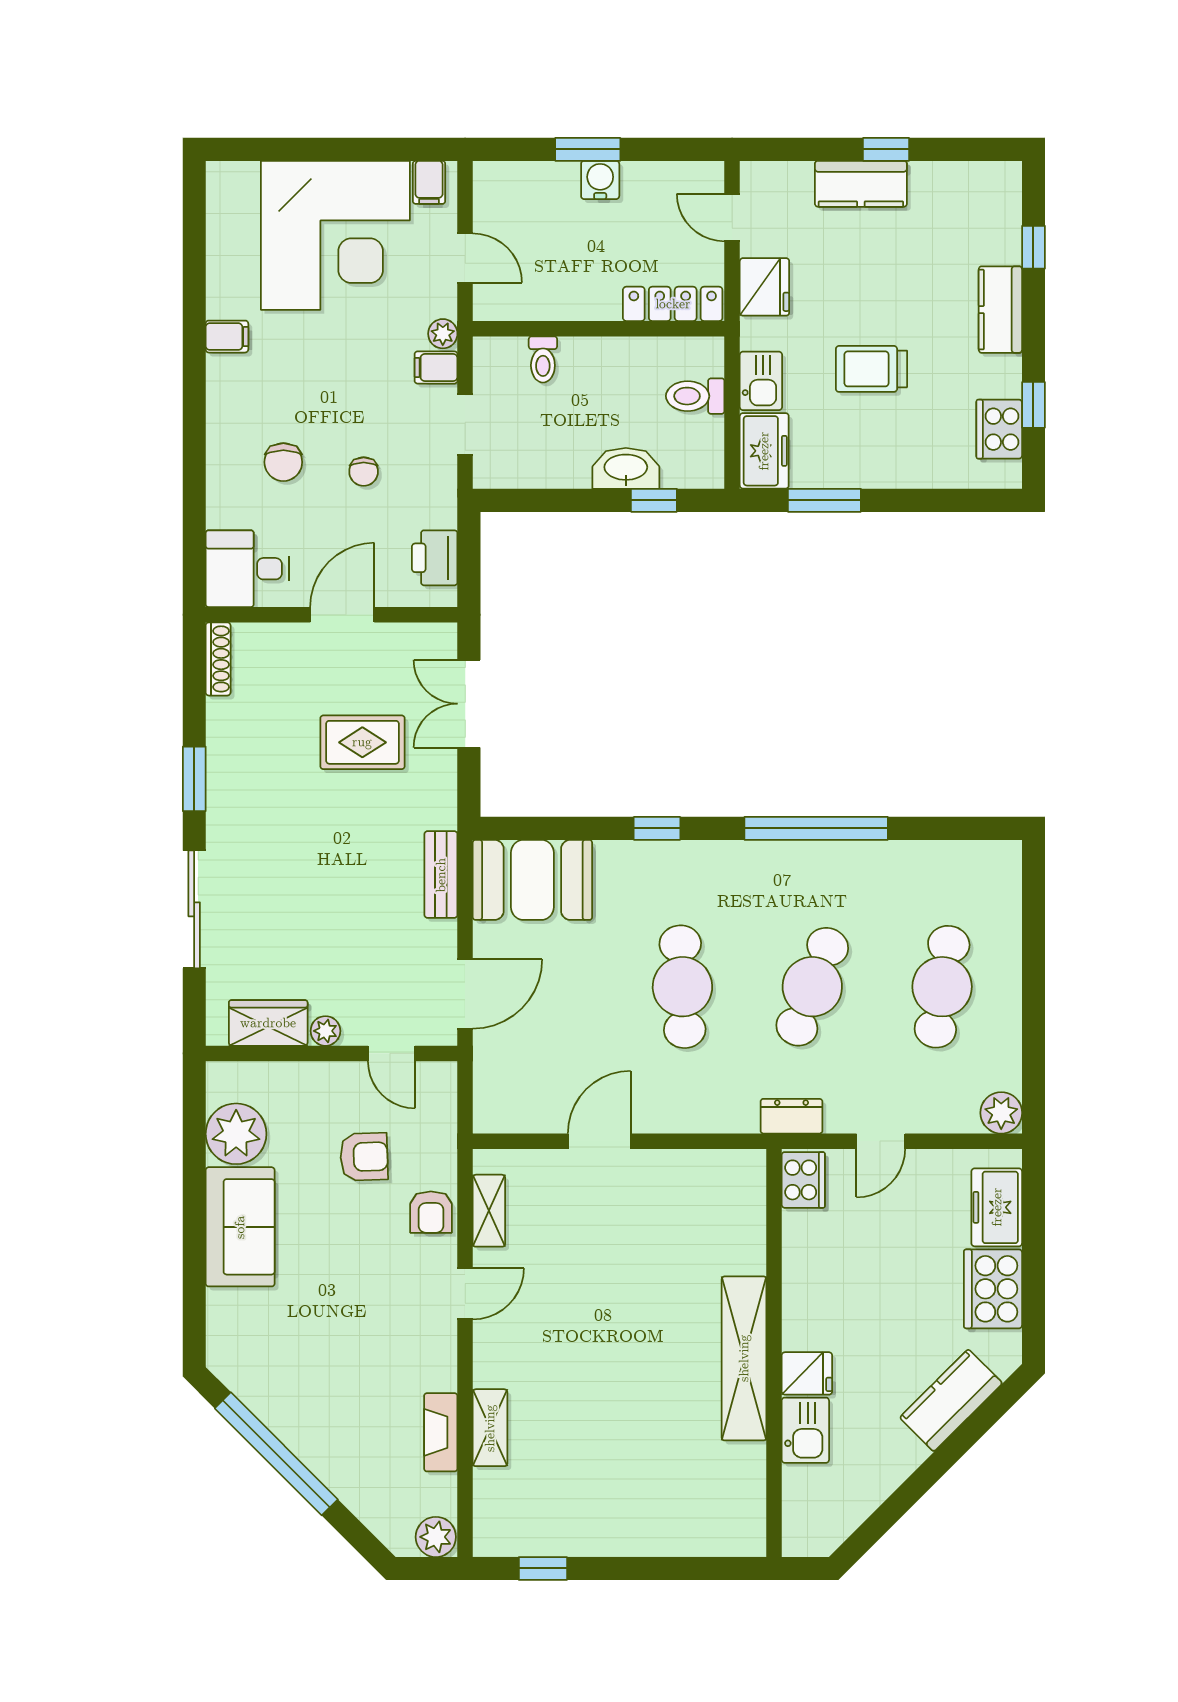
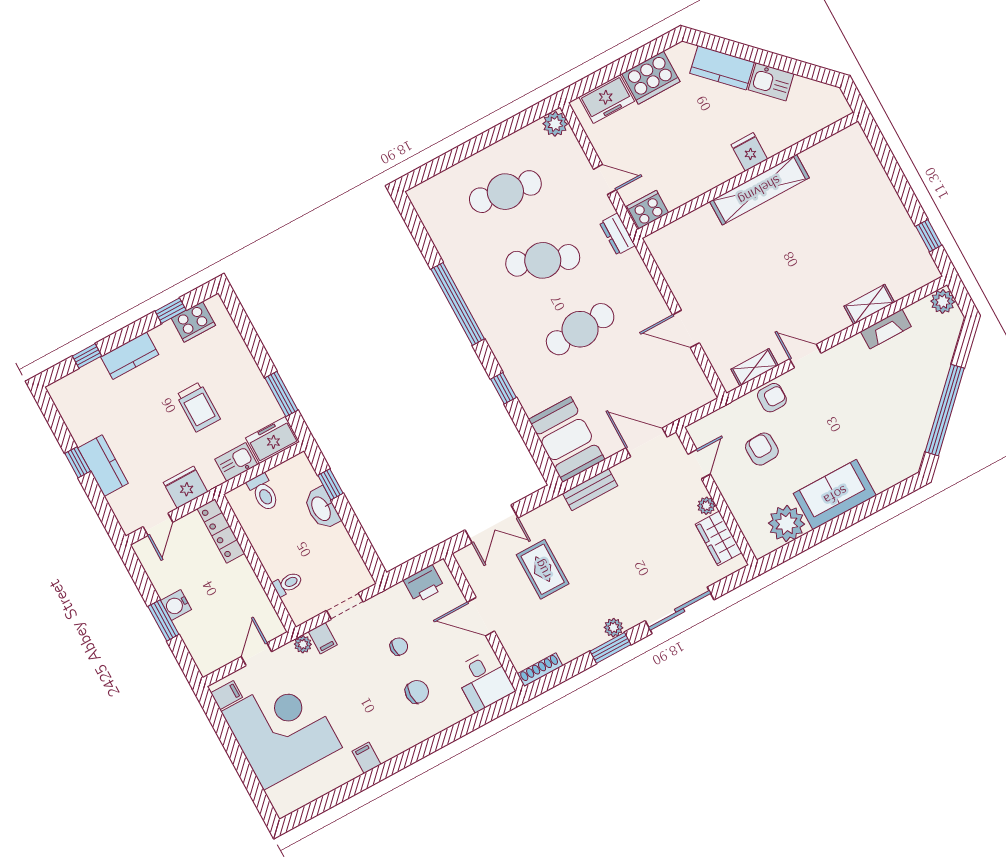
plant: (221, 799) -> (613, 628), added
kitchen sink: (805, 1430) -> (771, 82), moved, turned -135

